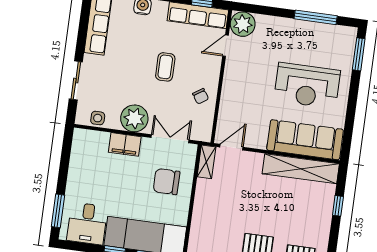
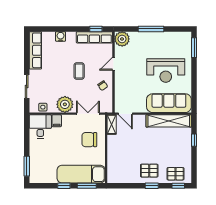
window: (316, 17) -> (151, 29), moved
door: (226, 46) -> (114, 64), moved
filing cabinet: (125, 144) -> (57, 121), width x0.50
door: (231, 147) -> (125, 114), swing flipped
desk: (87, 224) -> (40, 127), moved, turned 180

